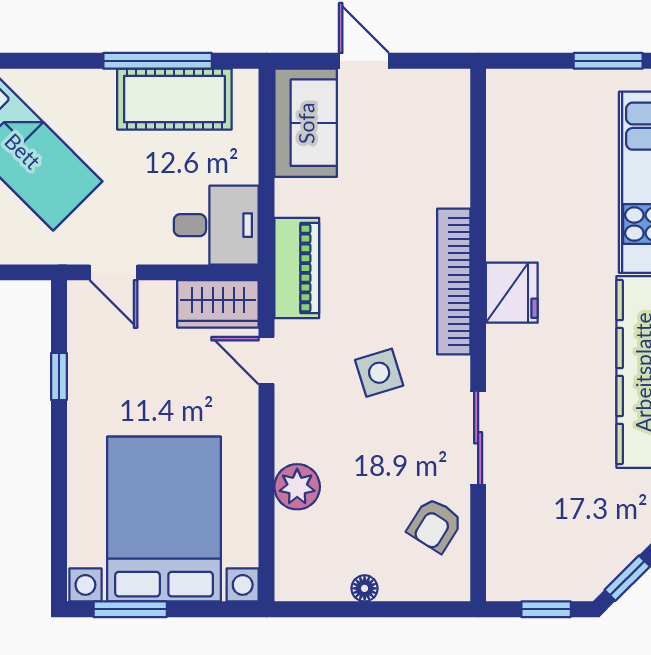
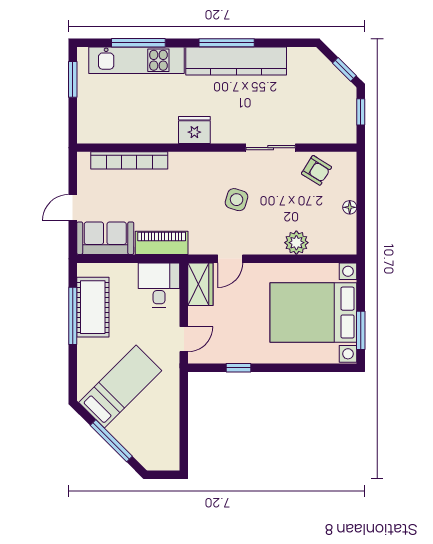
piano: (297, 268) -> (162, 243), moved
bookcase: (454, 282) -> (129, 160), moved
side table: (379, 373) -> (237, 200), turned 34

